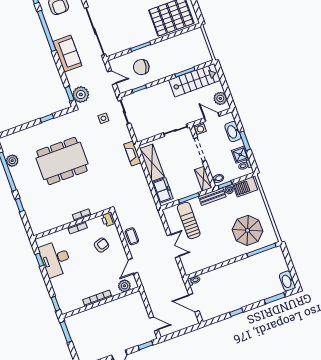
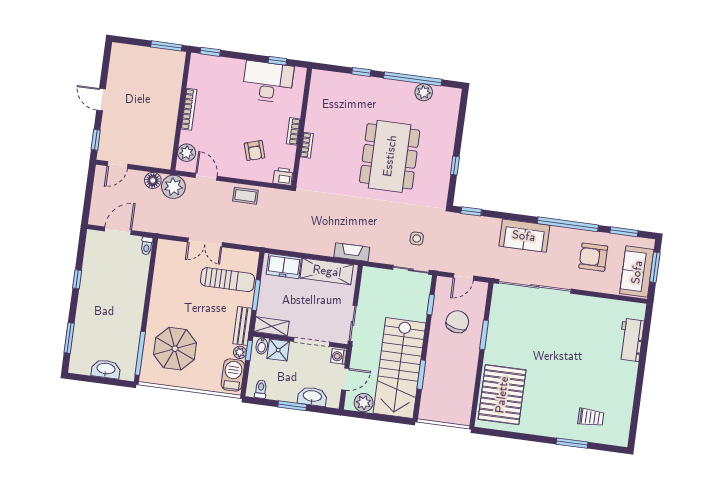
stairs: (195, 80) -> (399, 368), width x1.36, depth x1.51
plant: (81, 95) -> (173, 187), moved
shower: (240, 155) -> (278, 350), moved
washbasin: (287, 281) -> (106, 369), moved
floor lamp: (152, 298) -> (153, 180), added

